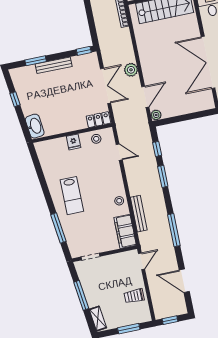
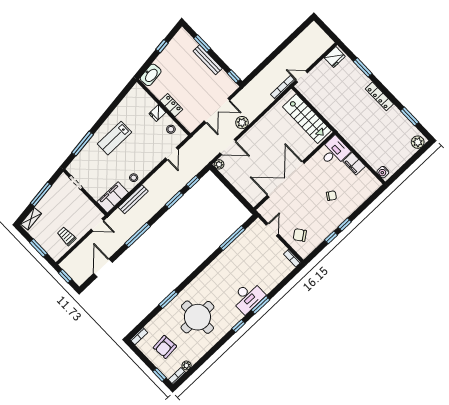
locker: (98, 120) -> (171, 105), moved

